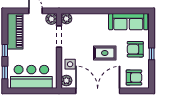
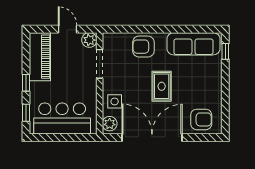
plant: (66, 19) -> (109, 40), removed
armchair: (135, 49) -> (143, 47), moved
rug: (105, 53) -> (162, 86), turned 90
window: (152, 54) -> (225, 51), moved

